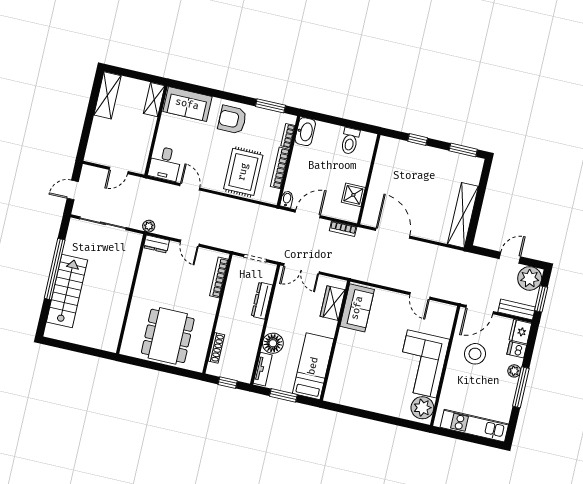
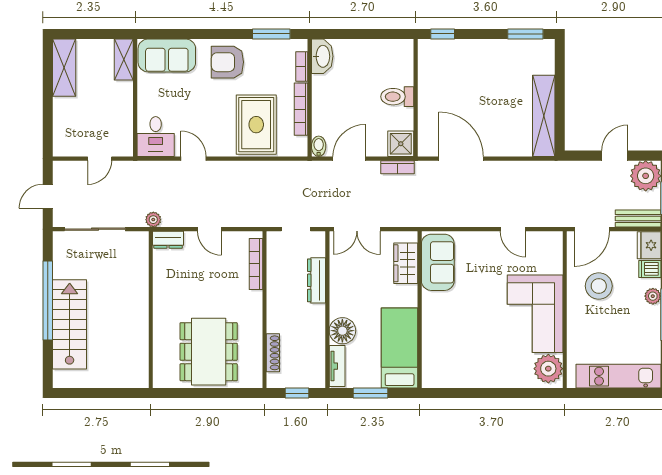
window: (418, 140) -> (443, 34), moved
toilet: (350, 141) -> (397, 97), moved, turned 90
shower: (353, 195) -> (401, 144), moved

